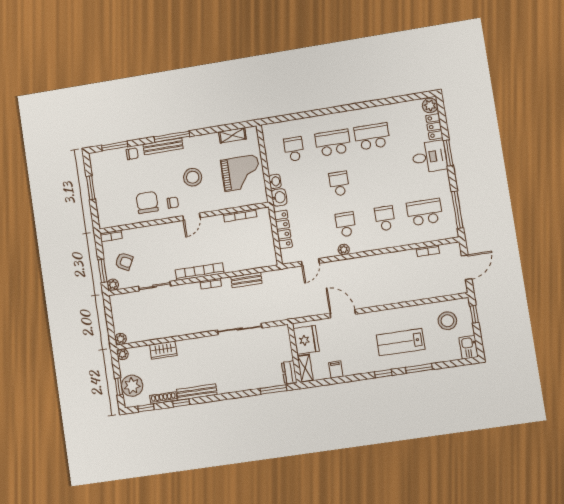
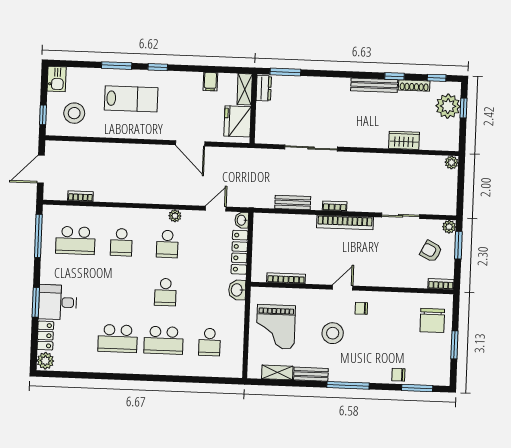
bench: (163, 146) -> (311, 374), moved, width x0.73
grand piano: (241, 173) -> (276, 327), turned -90
washbasin: (275, 181) -> (242, 220), moved
chair: (147, 203) -> (432, 320), moved
plant: (123, 354) -> (452, 144), removed

